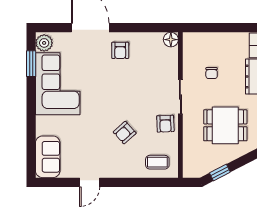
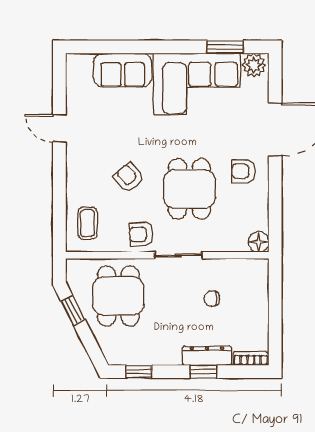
dining table: (133, 89) -> (189, 189), added
dining table: (225, 125) -> (118, 296), moved
sofa: (48, 157) -> (123, 70), moved

